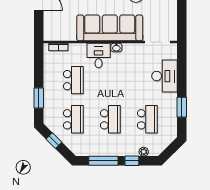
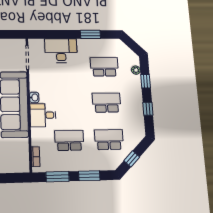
window: (39, 67) -> (58, 177), added
window: (103, 161) -> (148, 109), width x0.46

